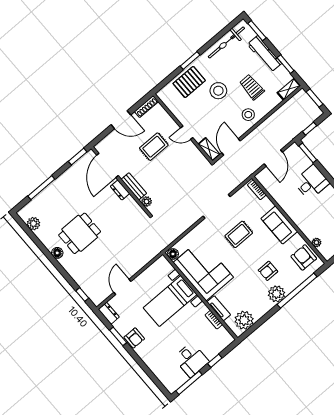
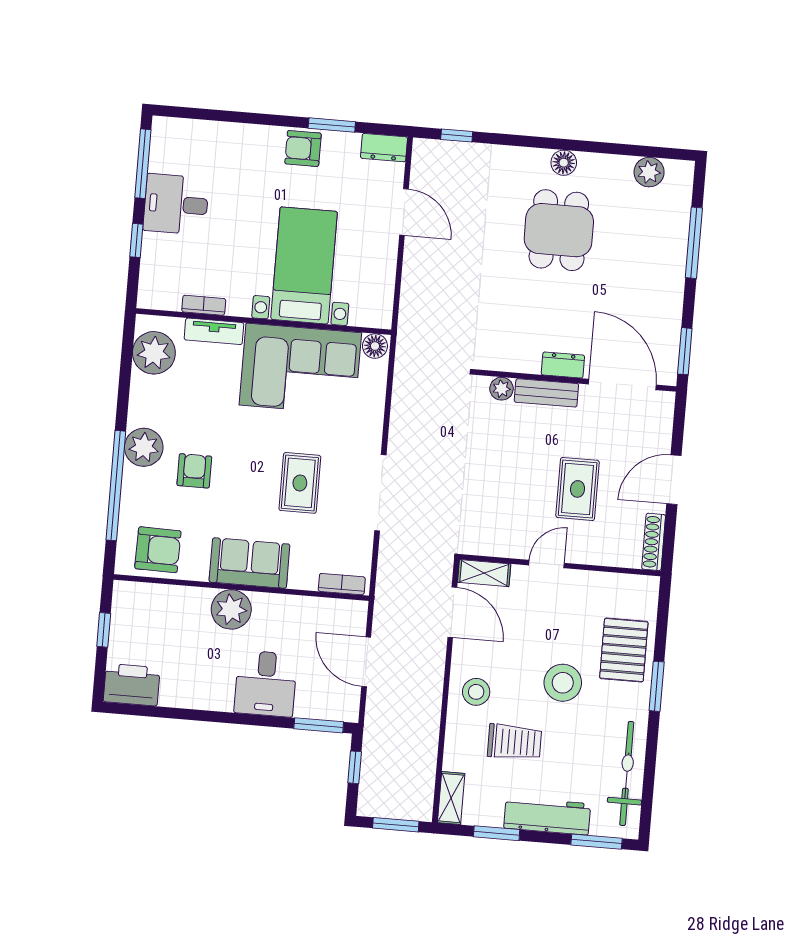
plant: (316, 242) -> (231, 609), moved, width x1.87, depth x1.87

